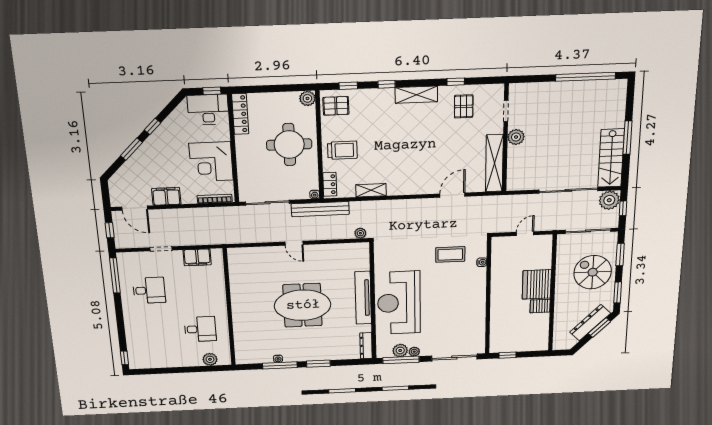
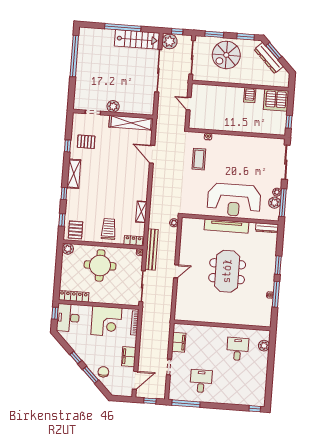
window: (628, 138) -> (123, 27), width x1.46
chair: (139, 166) -> (103, 372), added
server rack: (537, 284) -> (276, 100), moved

